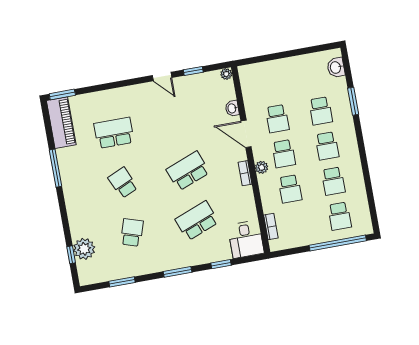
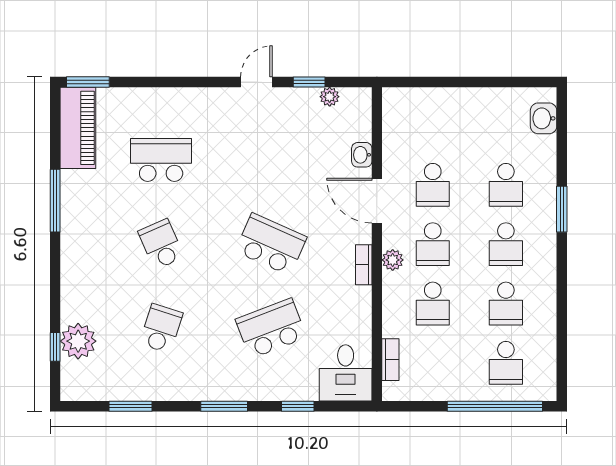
plant: (226, 74) -> (330, 97), moved
door: (162, 77) -> (256, 82), swing flipped
window: (353, 101) -> (562, 209), moved
school desk: (188, 171) -> (271, 244), turned 45

